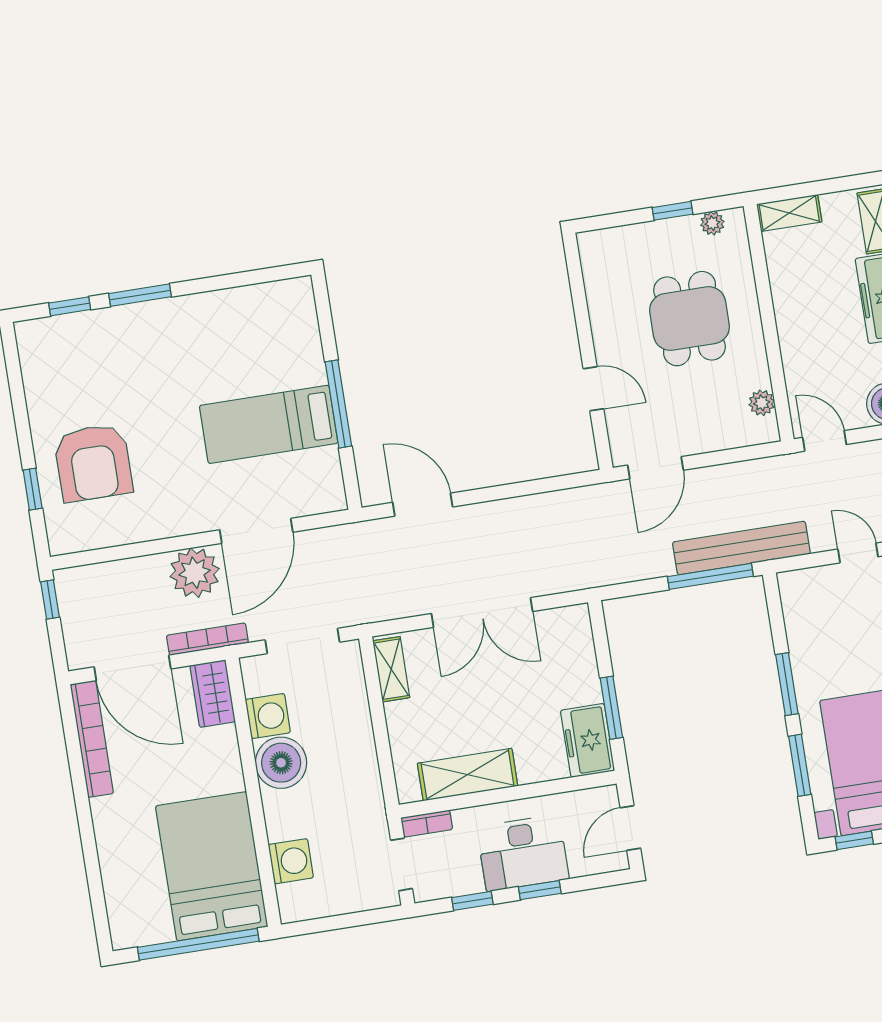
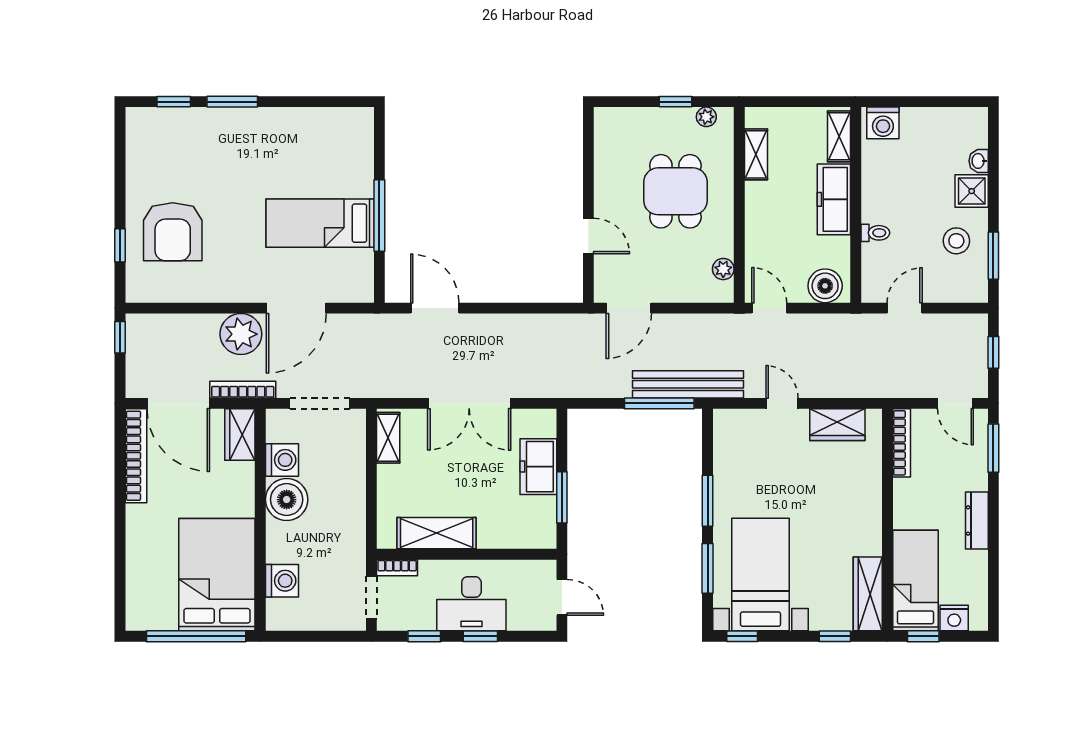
shelving: (789, 213) -> (756, 154), moved, turned 90
freezer: (588, 740) -> (538, 467), moved
door: (630, 828) -> (562, 597), swing flipped

